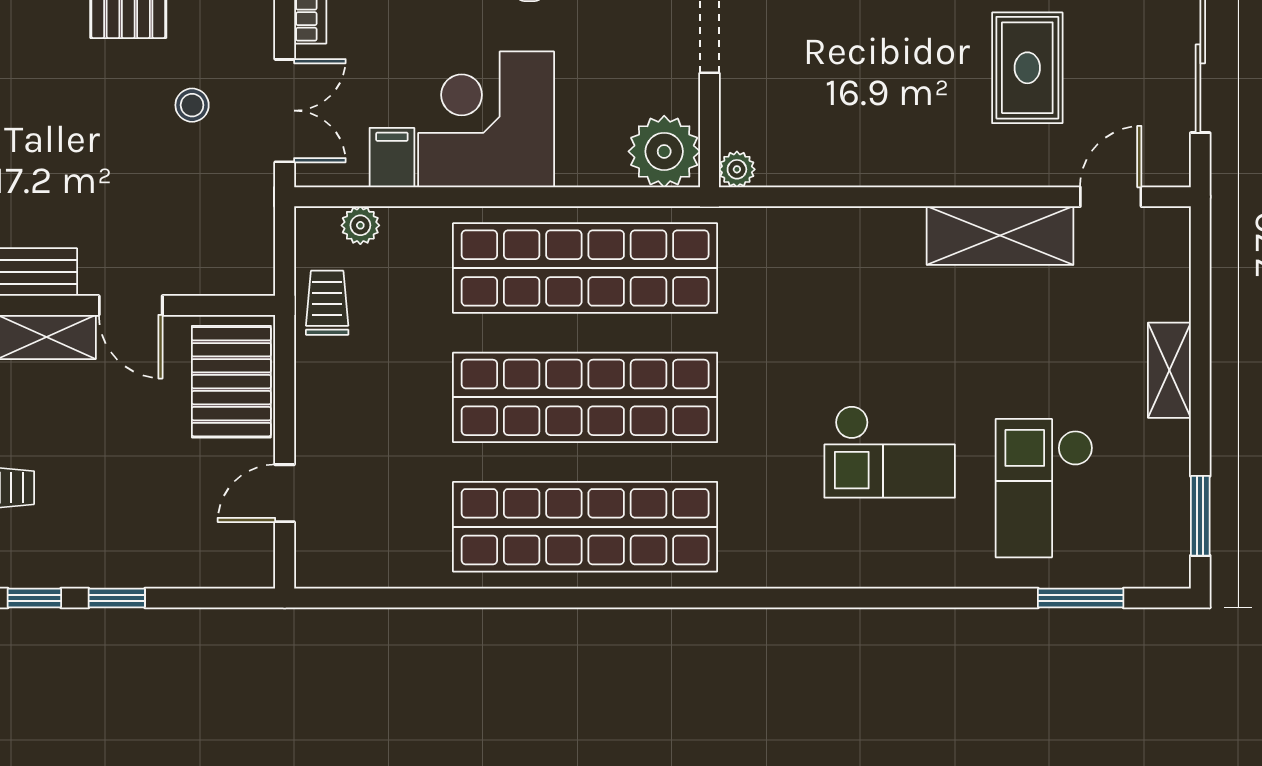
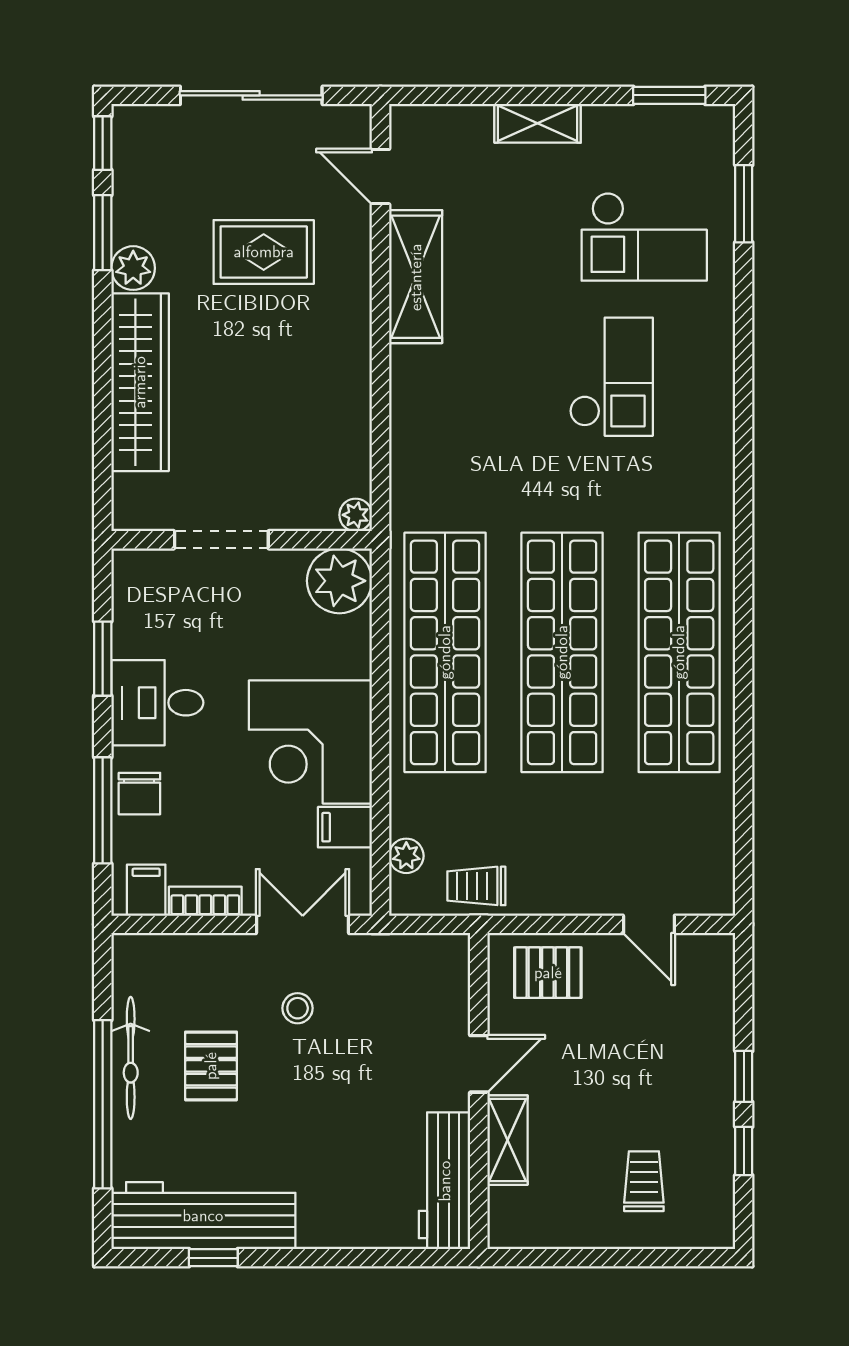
pallet: (231, 382) -> (548, 973), width x0.67, depth x0.71

